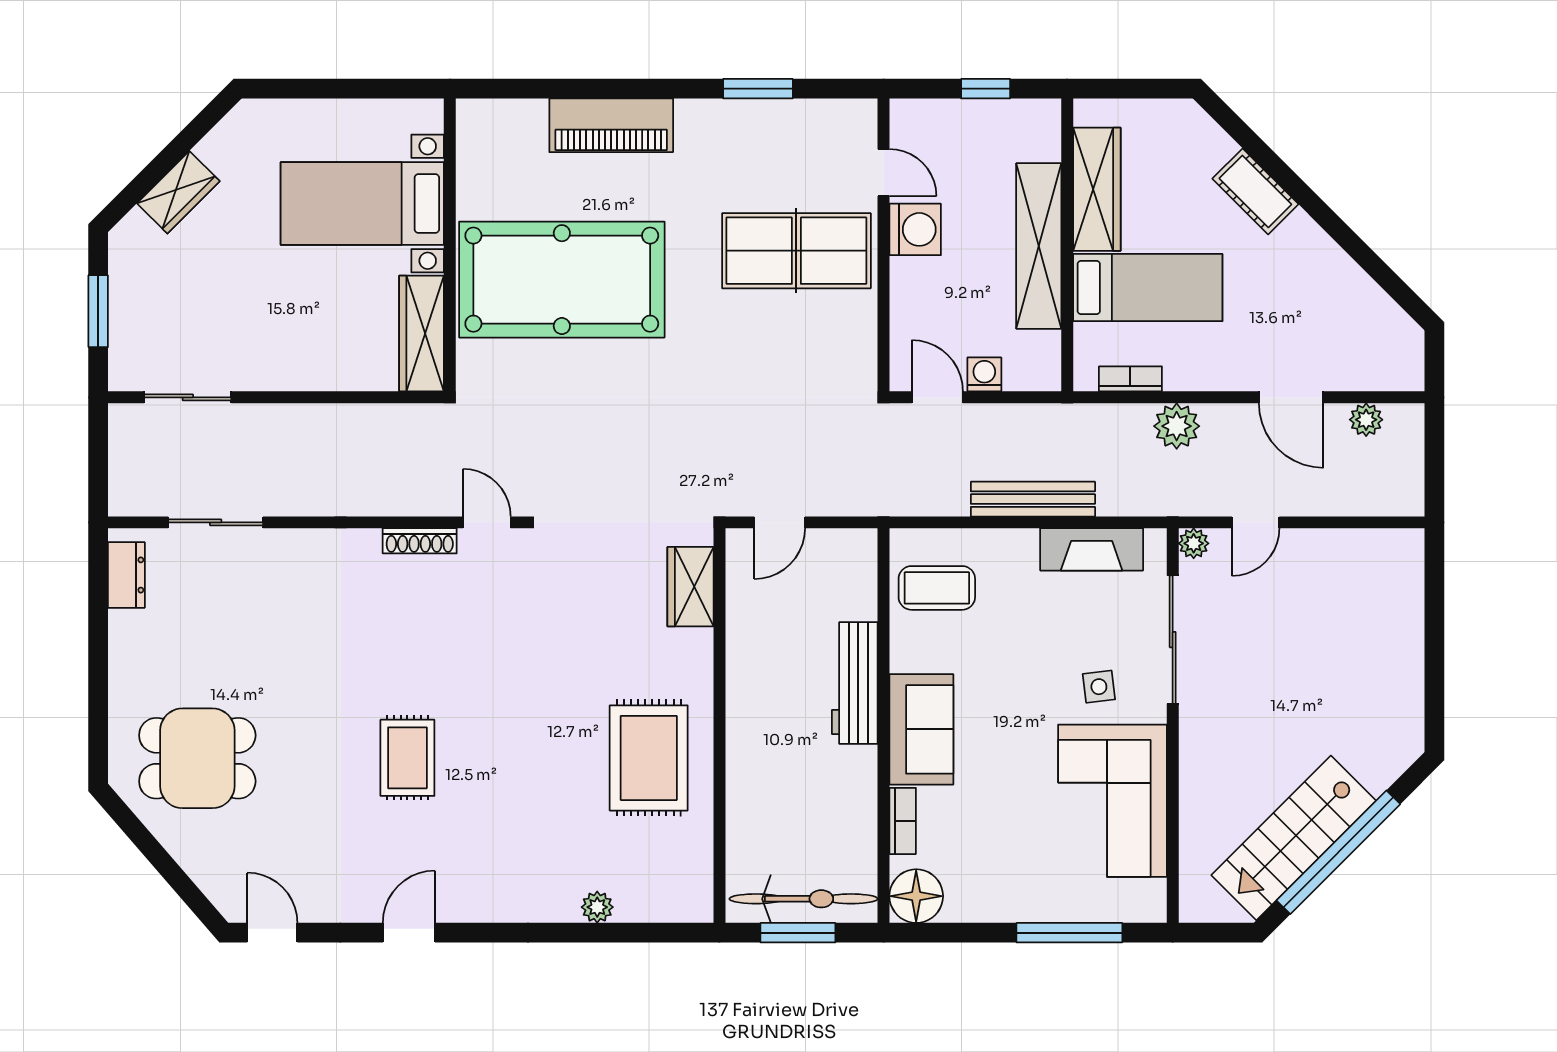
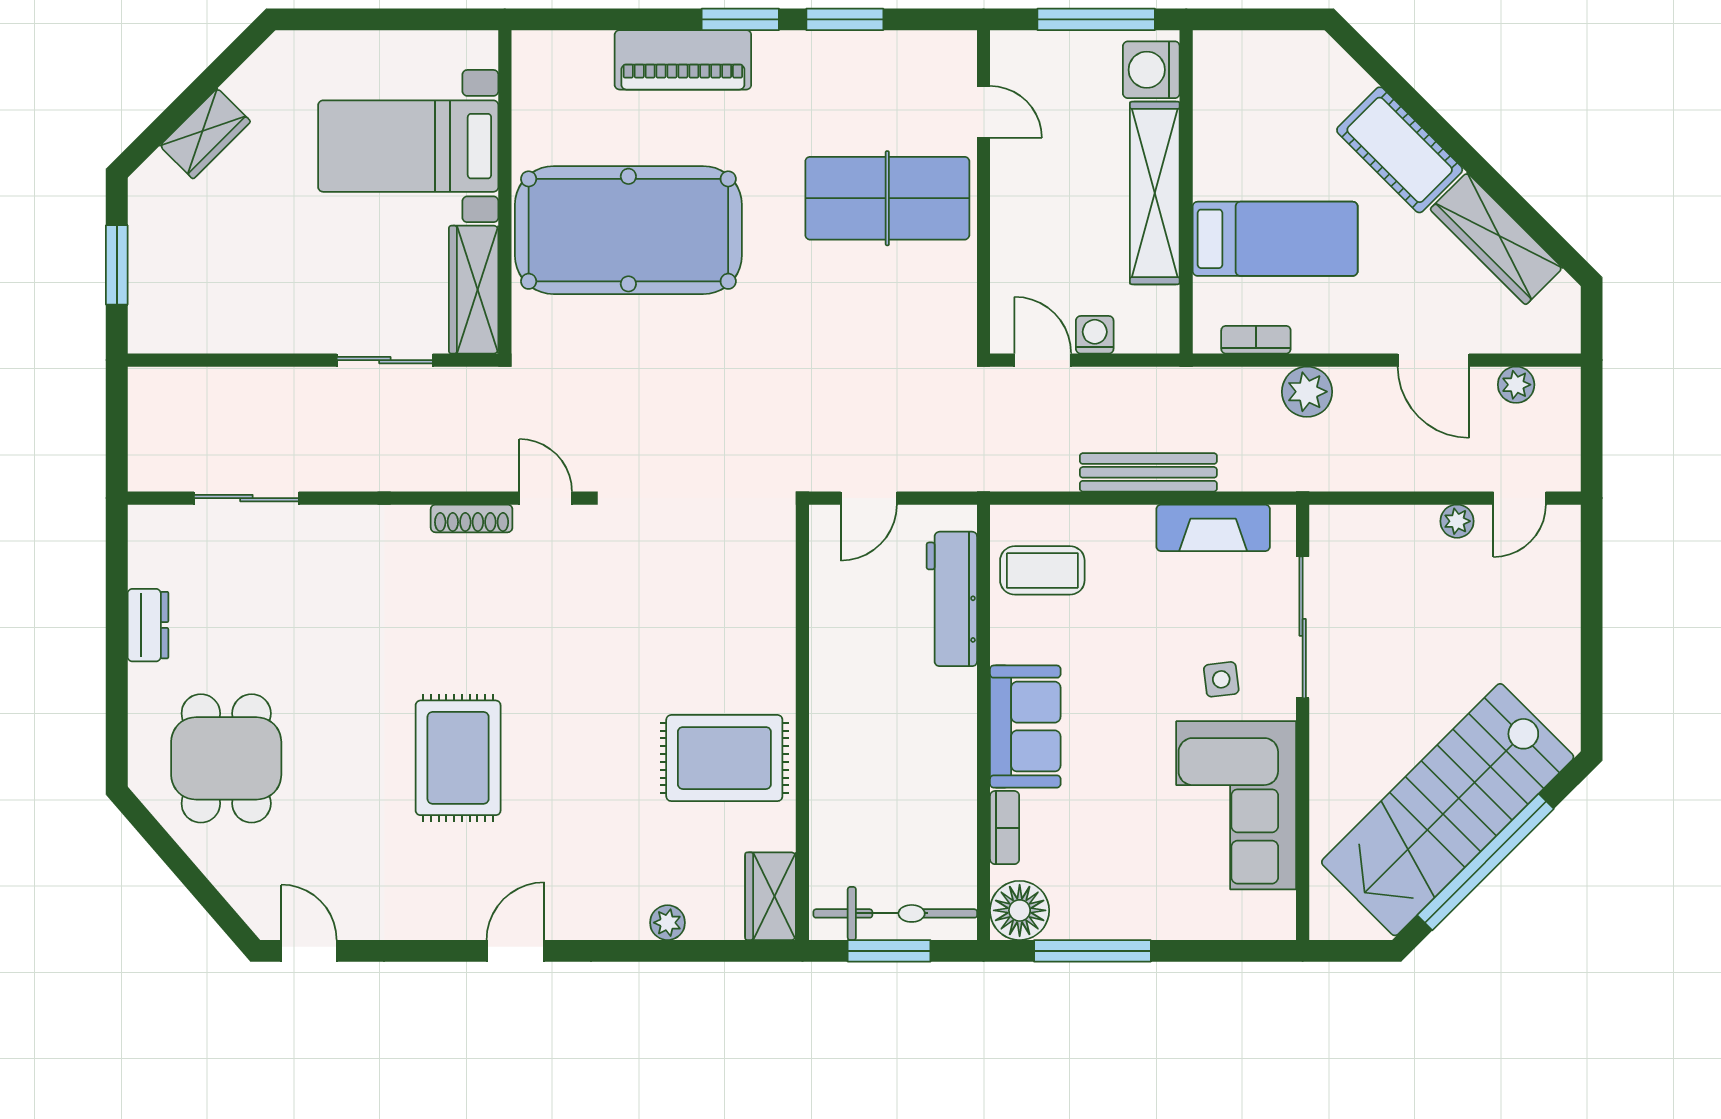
window: (663, 89) -> (740, 19), added
window: (986, 89) -> (1096, 19), width x2.17
wardrobe: (1097, 189) -> (1496, 239), moved, turned 135
cot: (1255, 191) -> (1400, 150), width x1.37, depth x1.34
washing machine: (915, 229) -> (1151, 70), moved, turned 180
sliding door: (188, 397) -> (385, 360), moved
door: (1256, 522) -> (1520, 498), moved
plant: (1194, 543) -> (1457, 521), moved
dresser: (126, 575) -> (148, 625), moved
wardrobe: (691, 587) -> (770, 896), moved
workbench: (855, 683) -> (952, 599), moved
dining table: (197, 758) -> (226, 758), turned 90
rug: (407, 758) -> (458, 758), width x1.36, depth x1.43
rug: (649, 758) -> (724, 758), turned 90
stairs: (1294, 838) -> (1448, 810), width x1.36, depth x1.51
door: (409, 933) -> (515, 951), moved
window: (1069, 933) -> (1092, 951), moved

